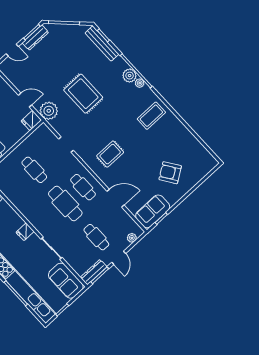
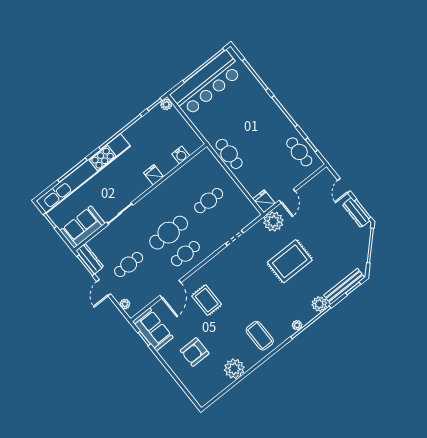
plant: (130, 76) -> (319, 304), moved
plant: (183, 136) -> (234, 369), added
rug: (110, 154) -> (207, 300), moved
armchair: (170, 173) -> (195, 352), turned -146
fridge: (25, 232) -> (154, 175), moved
door: (119, 258) -> (104, 288), hinge flipped

